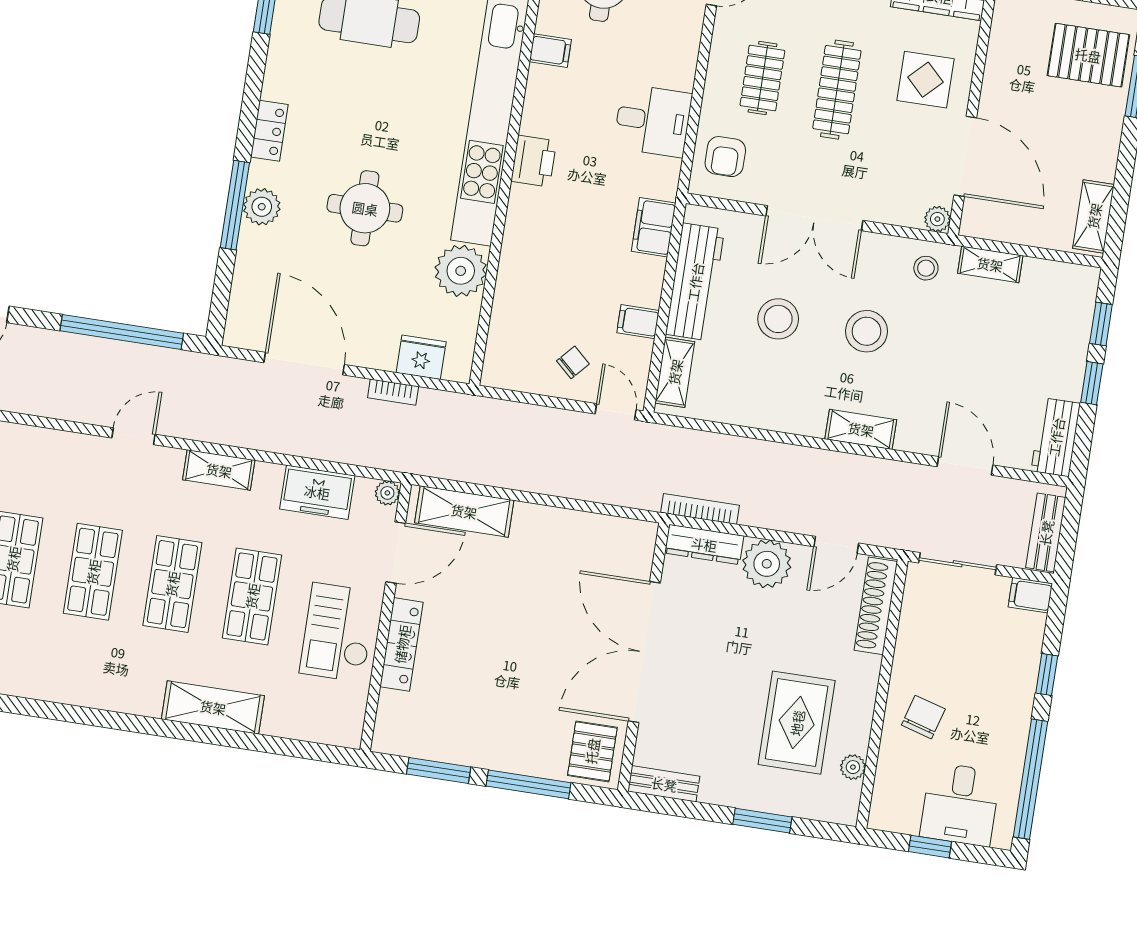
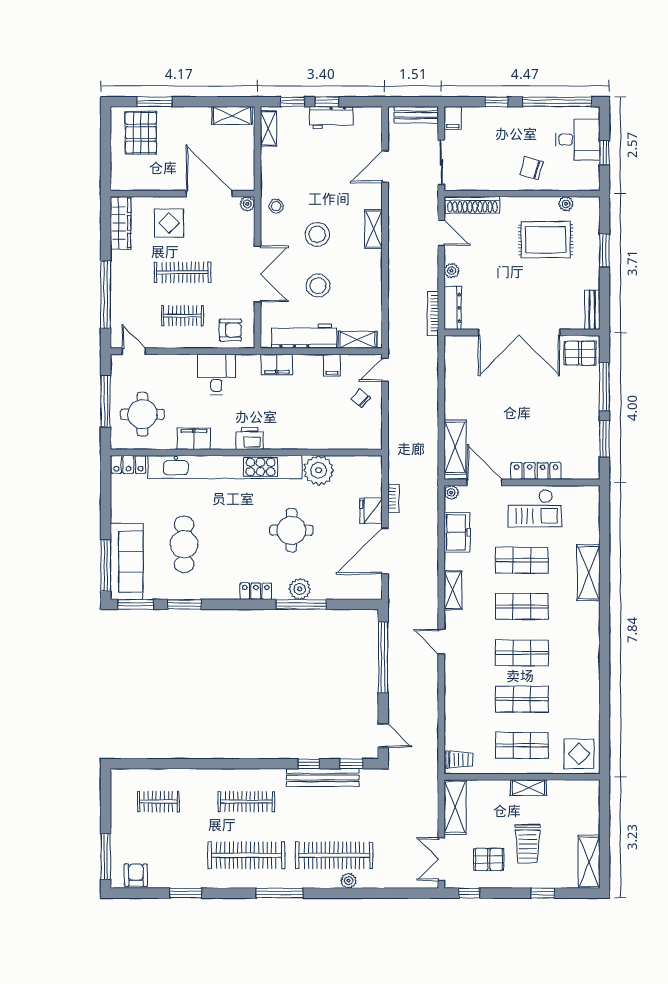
filing cabinet: (550, 51) -> (194, 439), width x2.00
door: (965, 156) -> (209, 194), hinge flipped
shelving: (990, 264) -> (268, 129), moved
fridge: (421, 357) -> (371, 511), moved
workbench: (1056, 437) -> (331, 118), moved
plant: (767, 564) -> (452, 271), width x0.53, depth x0.53

